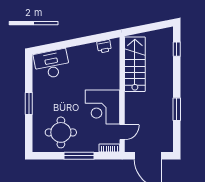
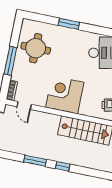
window: (177, 49) -> (63, 166), moved
corner desk: (103, 107) -> (65, 95), moved

